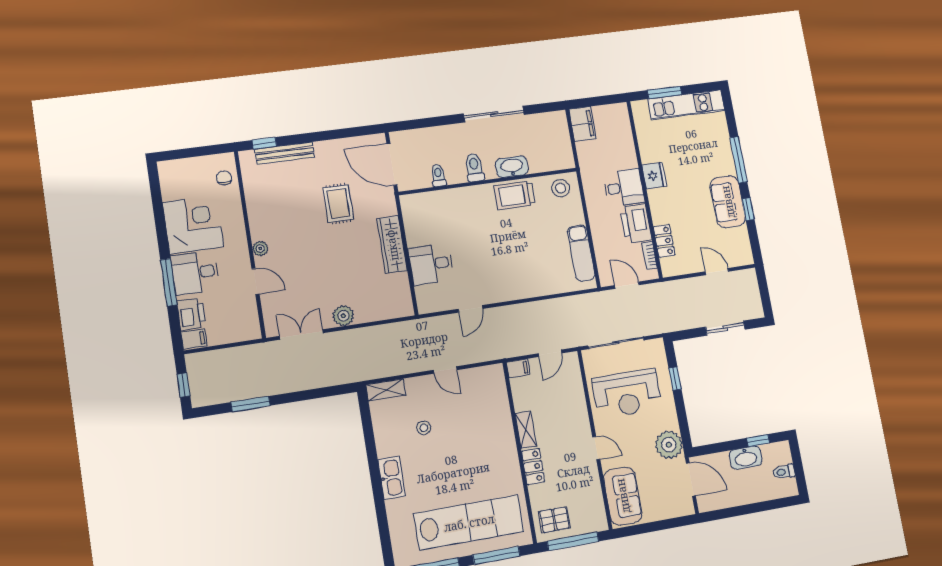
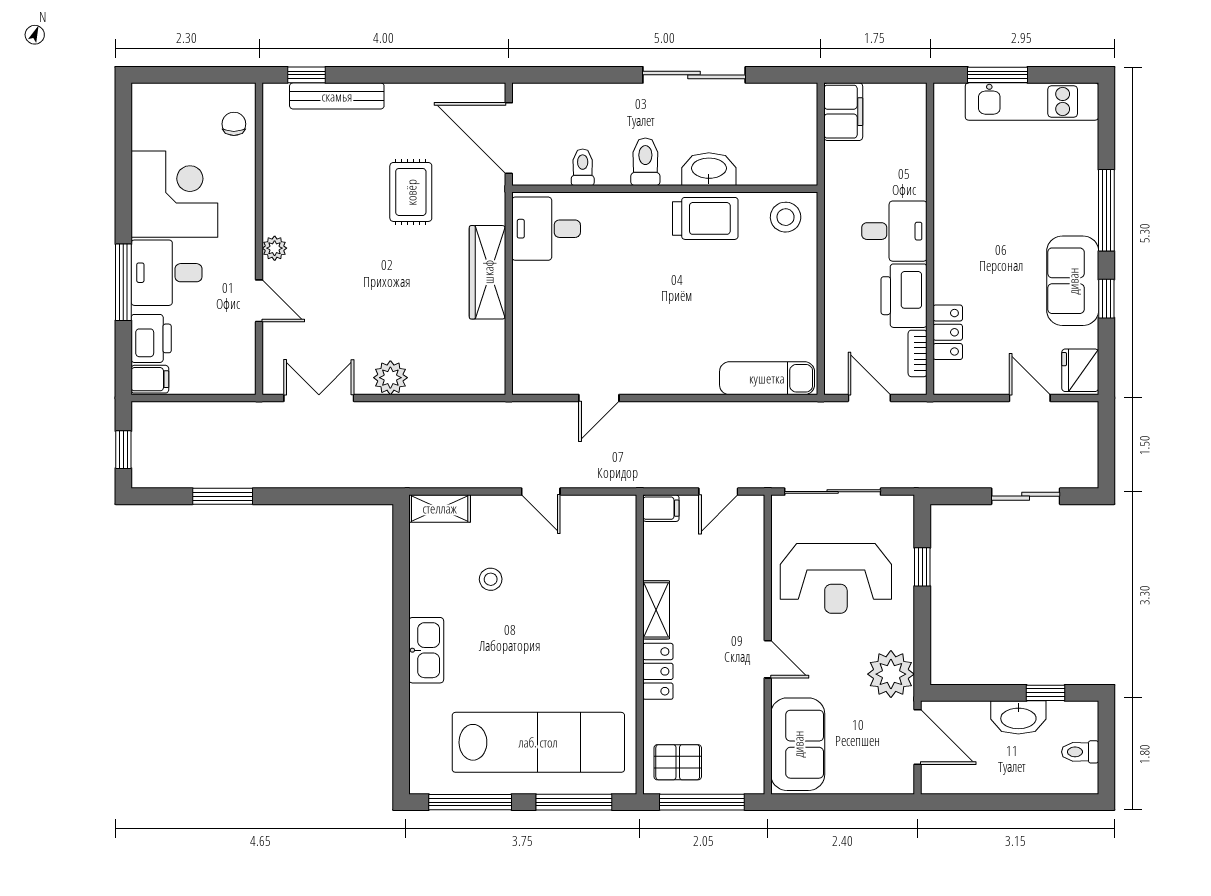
fridge: (654, 176) -> (1080, 370), moved, turned 180
trolley: (515, 195) -> (705, 218), turned 180
exam couch: (581, 253) -> (767, 378), moved, turned 90
desk: (431, 264) -> (546, 229), moved

